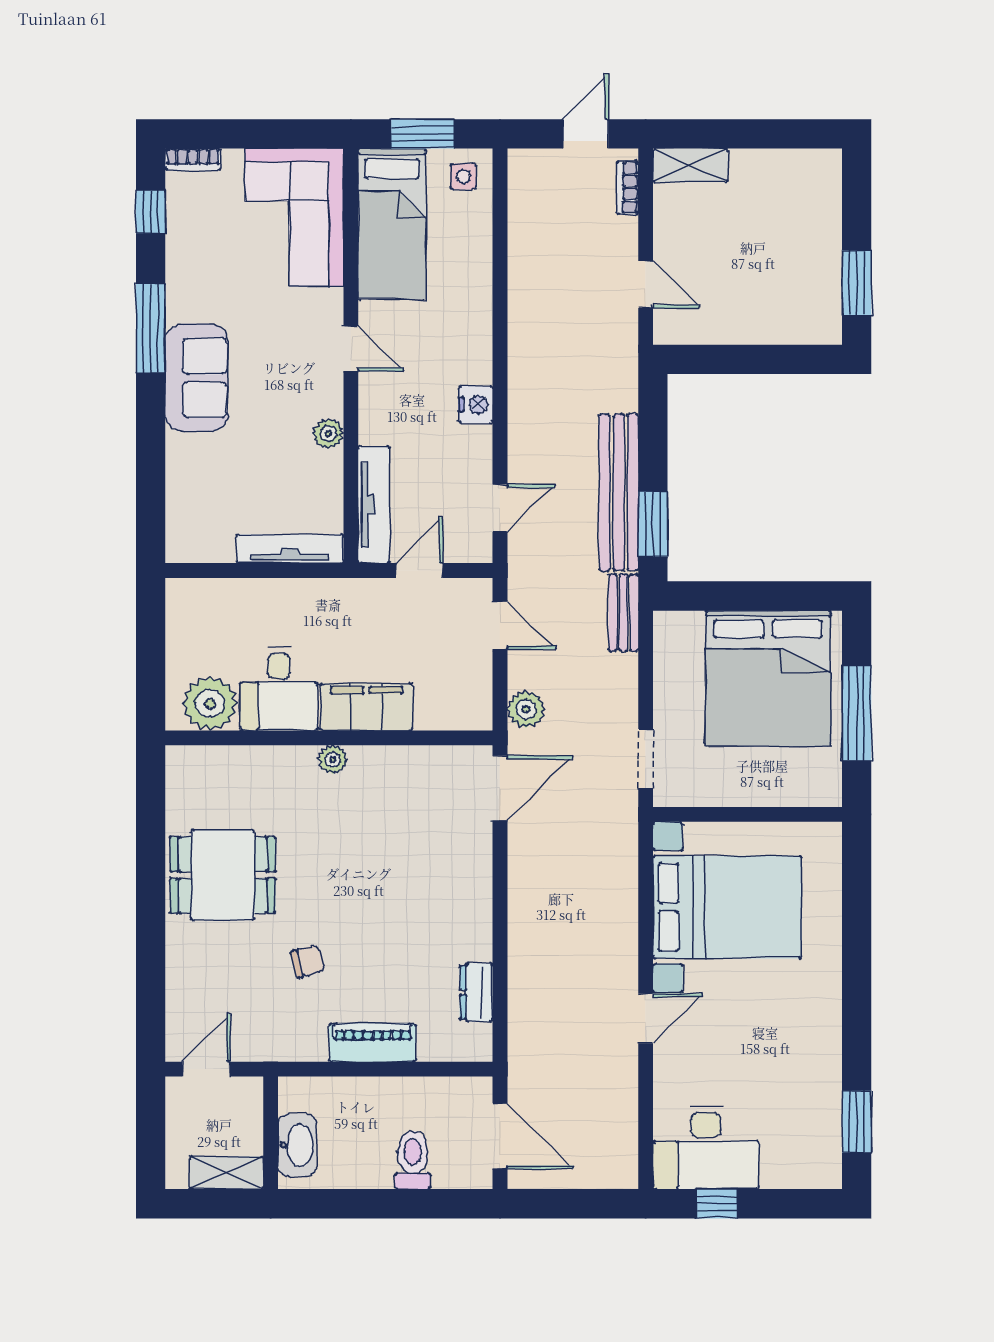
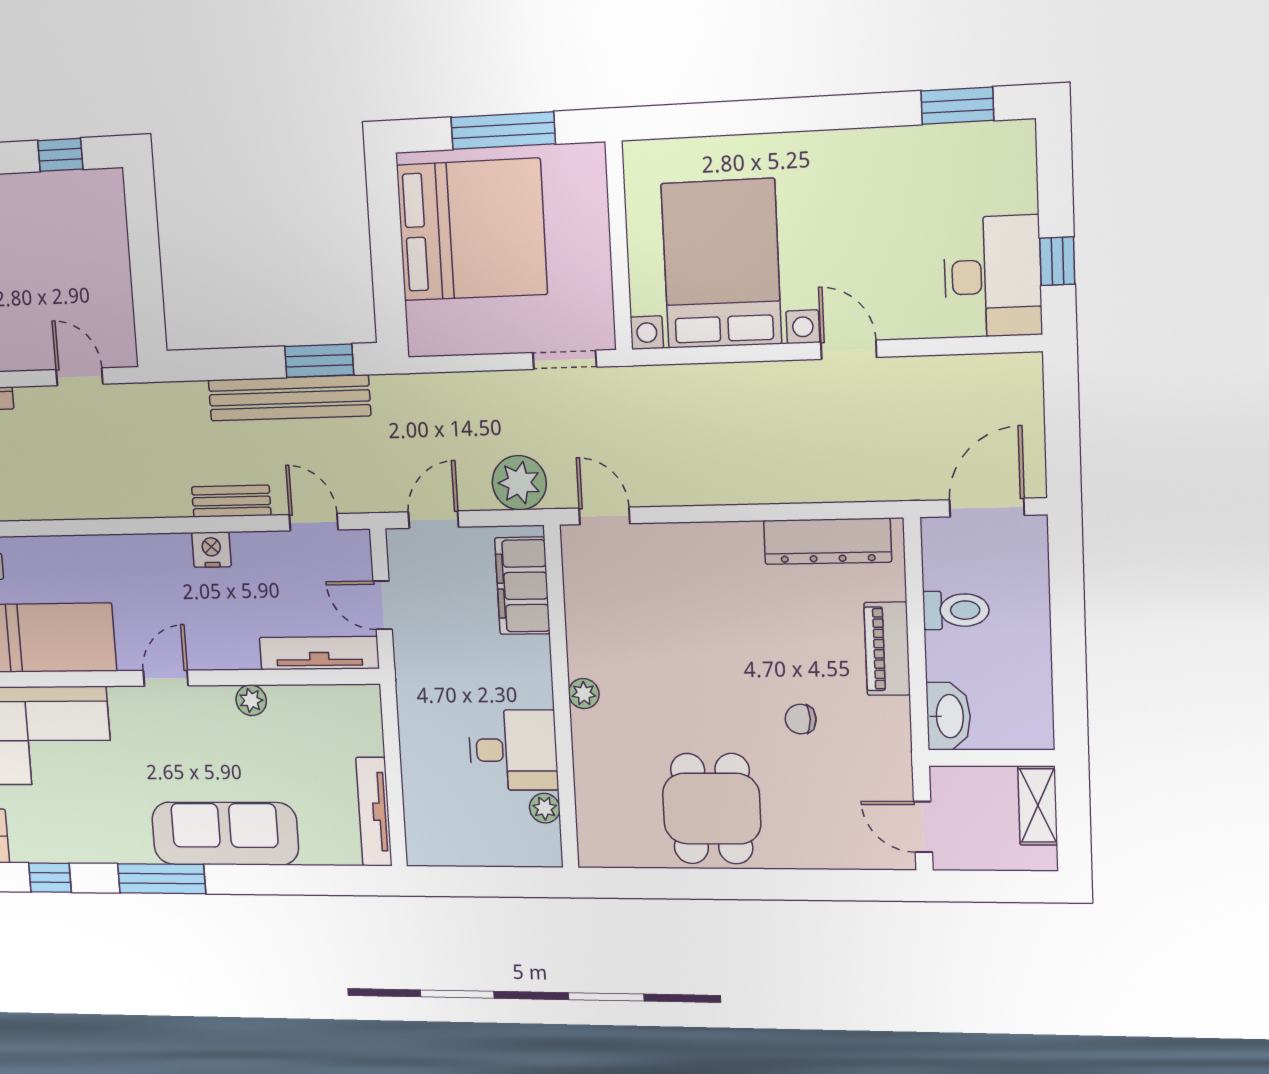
window: (857, 283) -> (60, 155), width x0.67
door: (646, 284) -> (80, 377), hinge flipped
sofa: (196, 378) -> (225, 834), width x1.36
tv unit: (290, 549) -> (374, 812), moved
bench: (624, 613) -> (231, 501), moved
plant: (210, 703) -> (545, 808), width x0.53, depth x0.53
filing cabinet: (367, 707) -> (522, 586), moved
plant: (526, 709) -> (519, 483), width x1.36, depth x1.36
door: (500, 788) -> (604, 516), width x0.73
chair: (307, 961) -> (801, 719), turned -75
dresser: (476, 992) -> (827, 541), width x1.96, depth x1.24
washbasin: (297, 1145) -> (949, 716), moved, turned 90
toilet: (413, 1160) -> (956, 610), moved, turned 180

